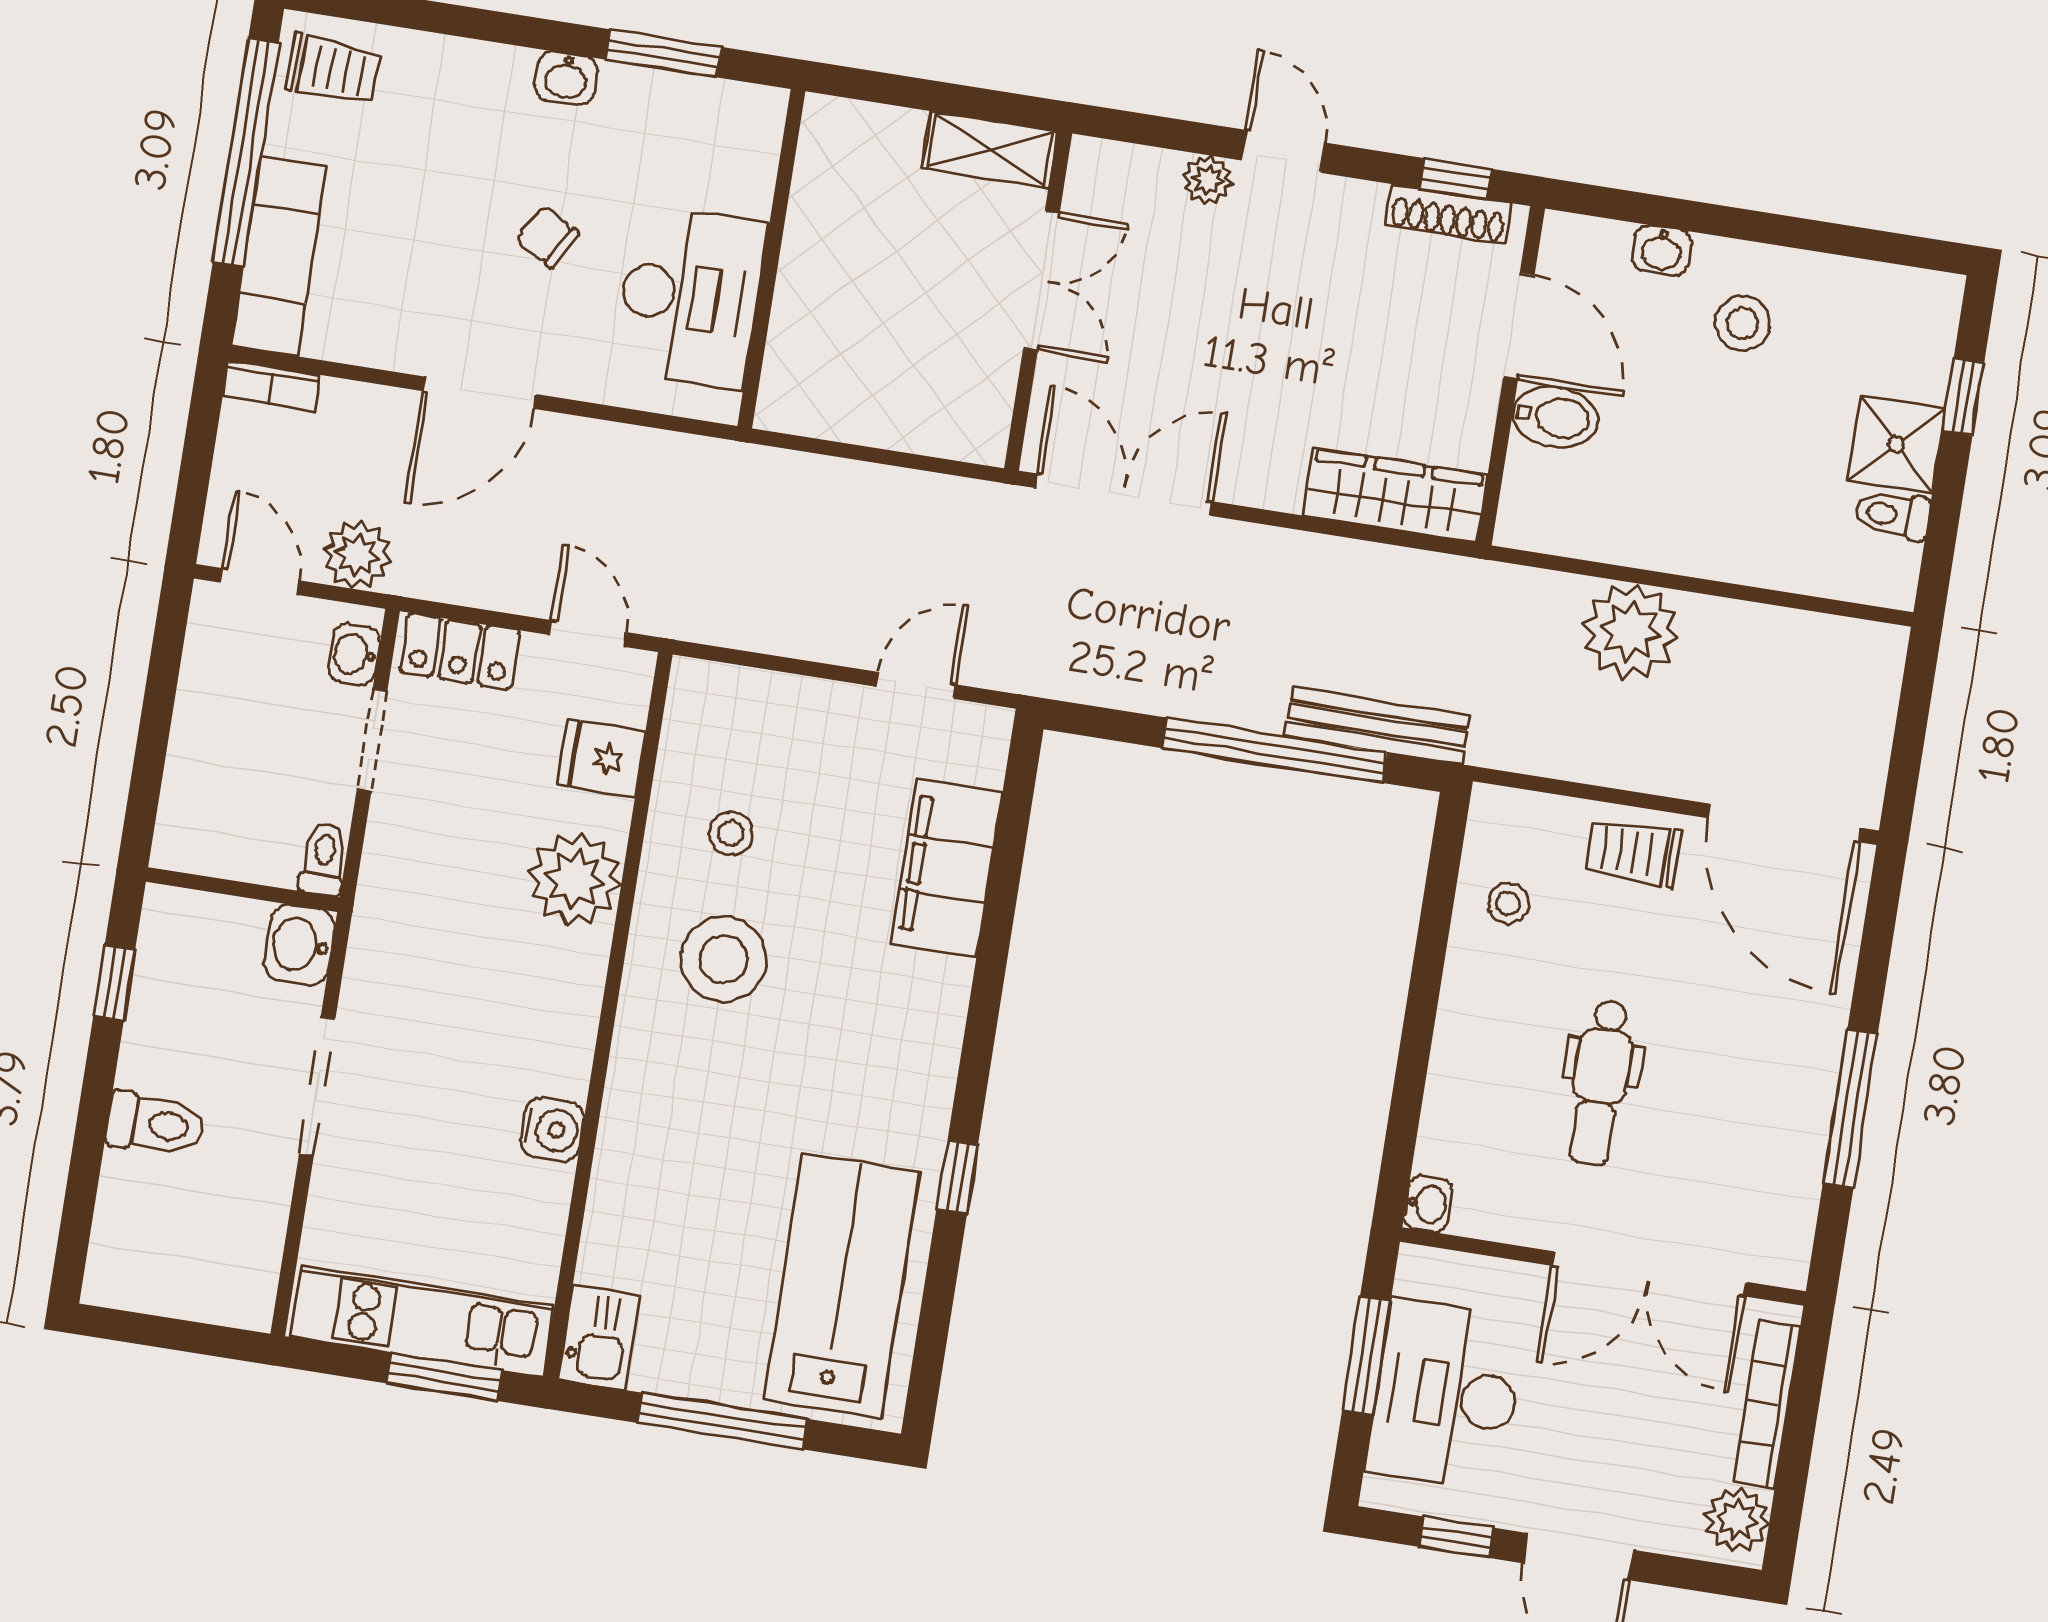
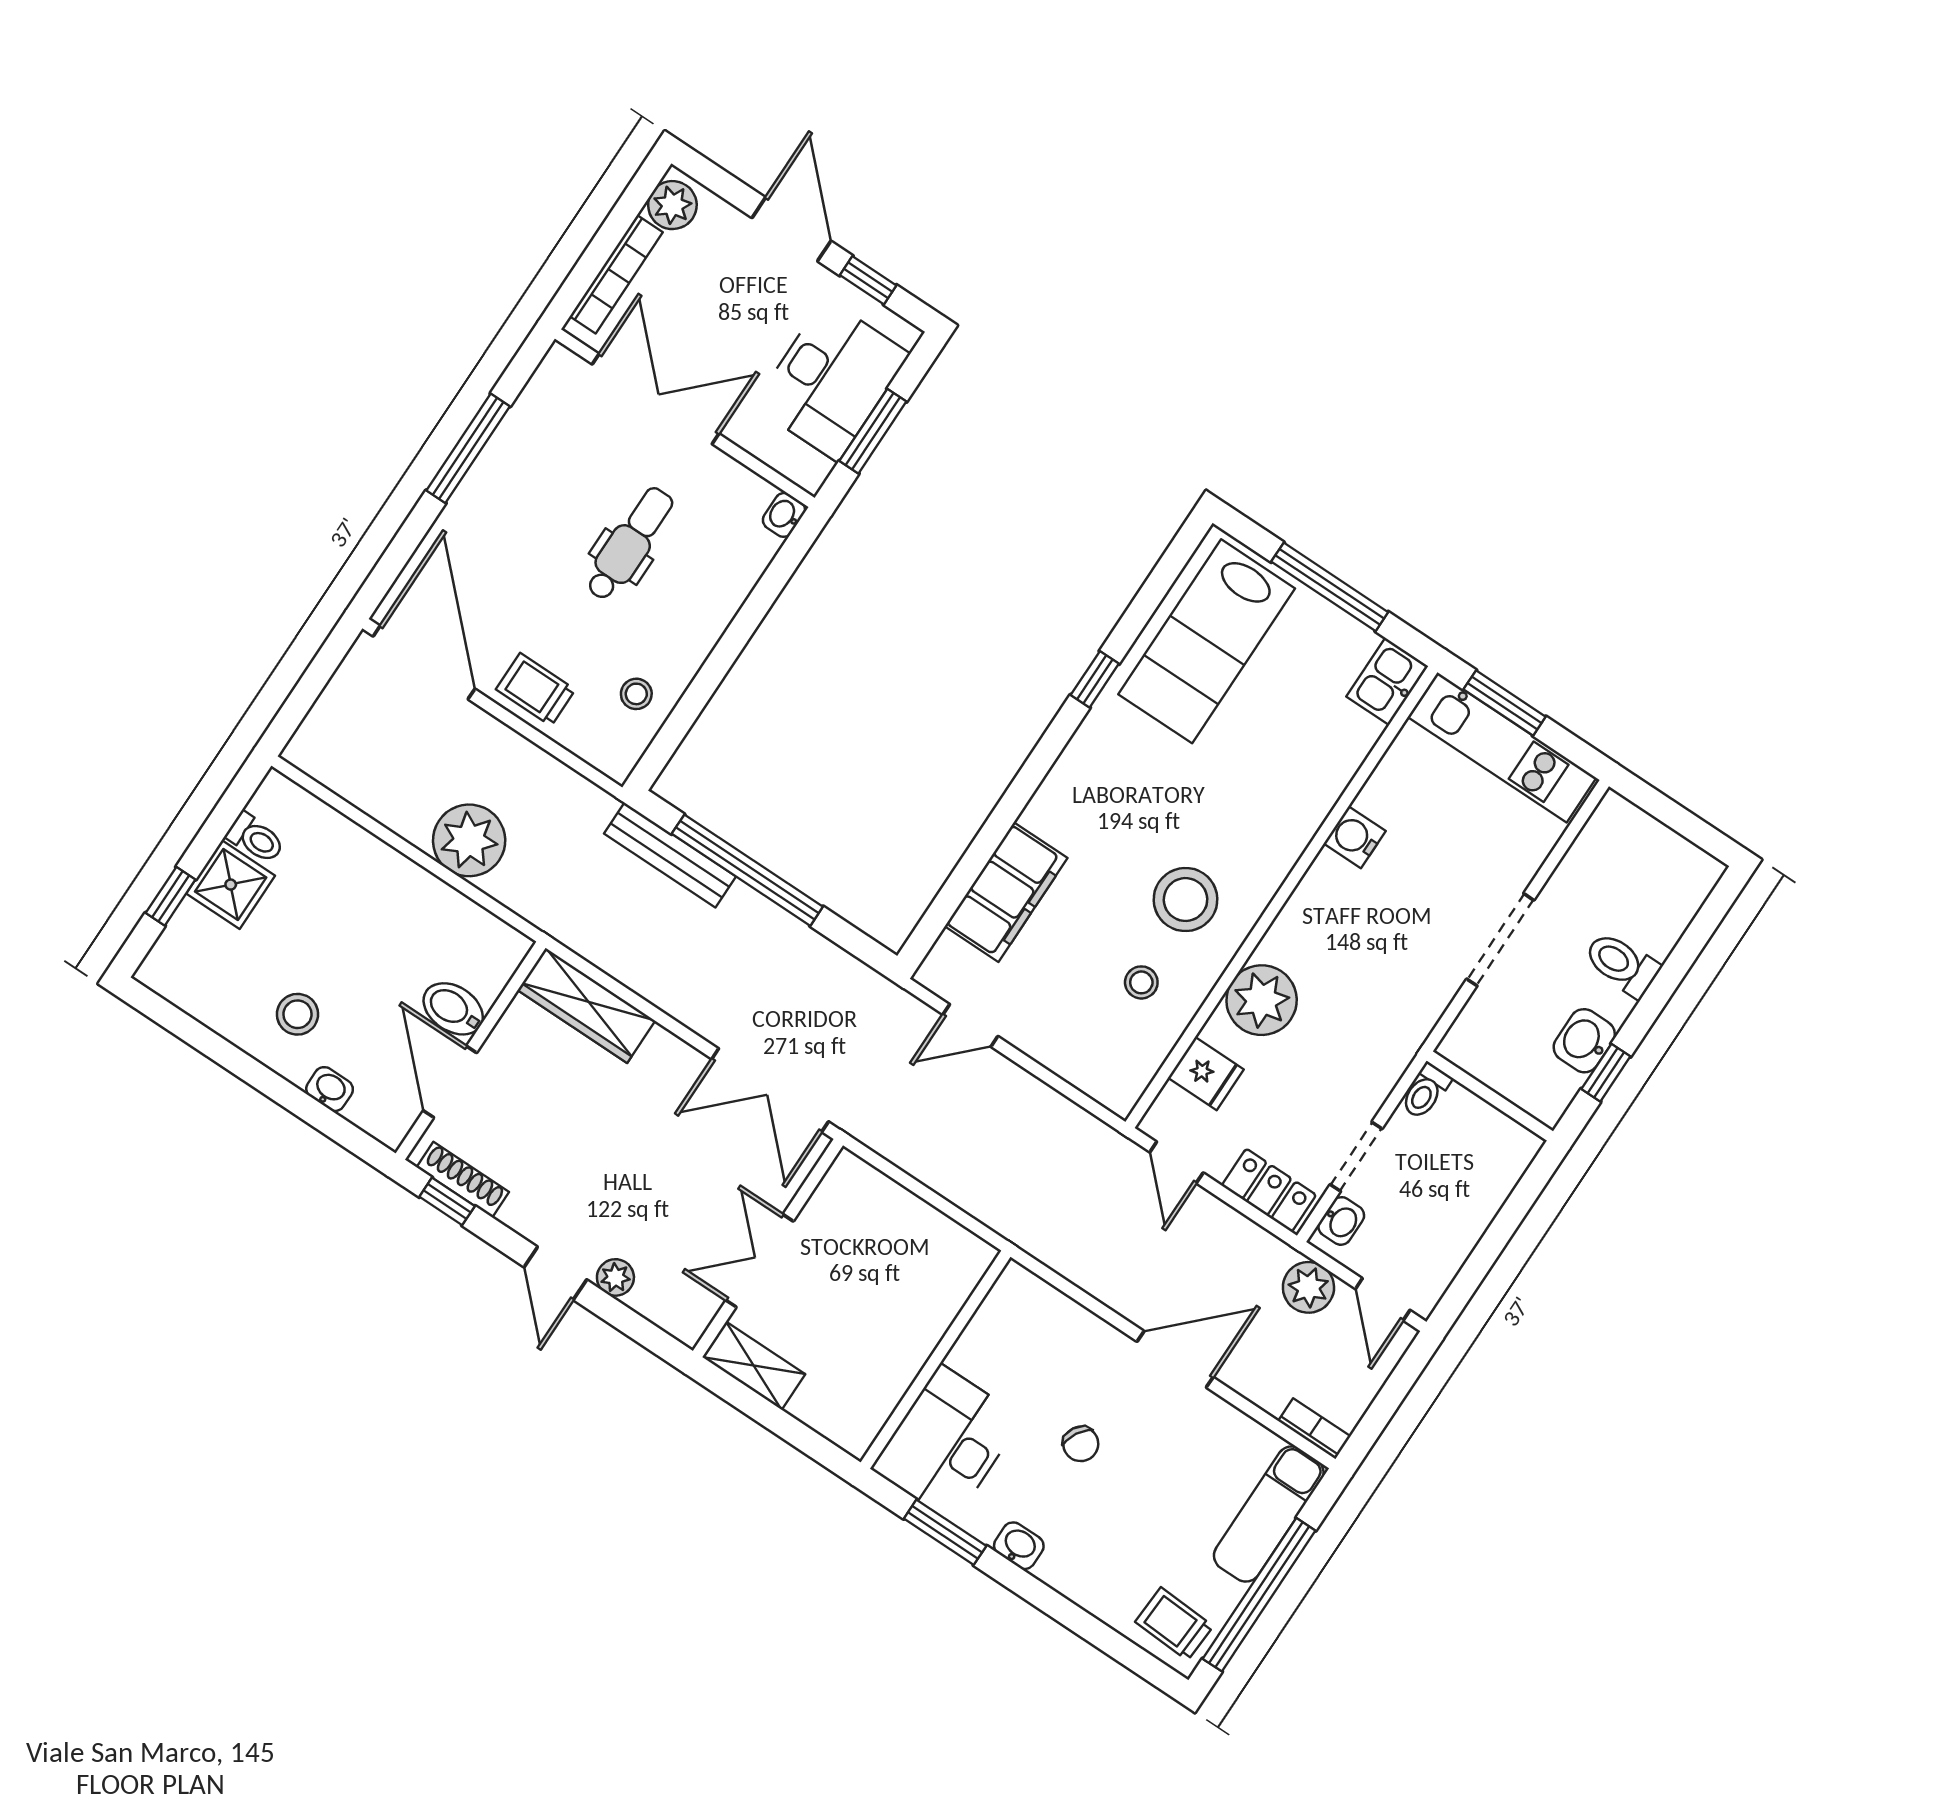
desk: (690, 297) -> (947, 1443), moved
trolley: (1633, 853) -> (536, 689), turned 180
washbasin: (299, 945) -> (1584, 1041), moved, turned 180

